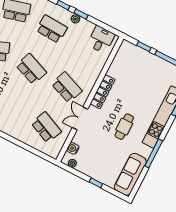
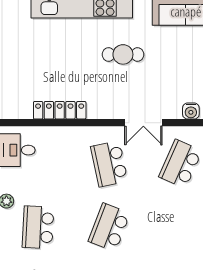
school desk: (67, 87) -> (109, 164), turned -33
locker: (103, 92) -> (60, 110), moved

